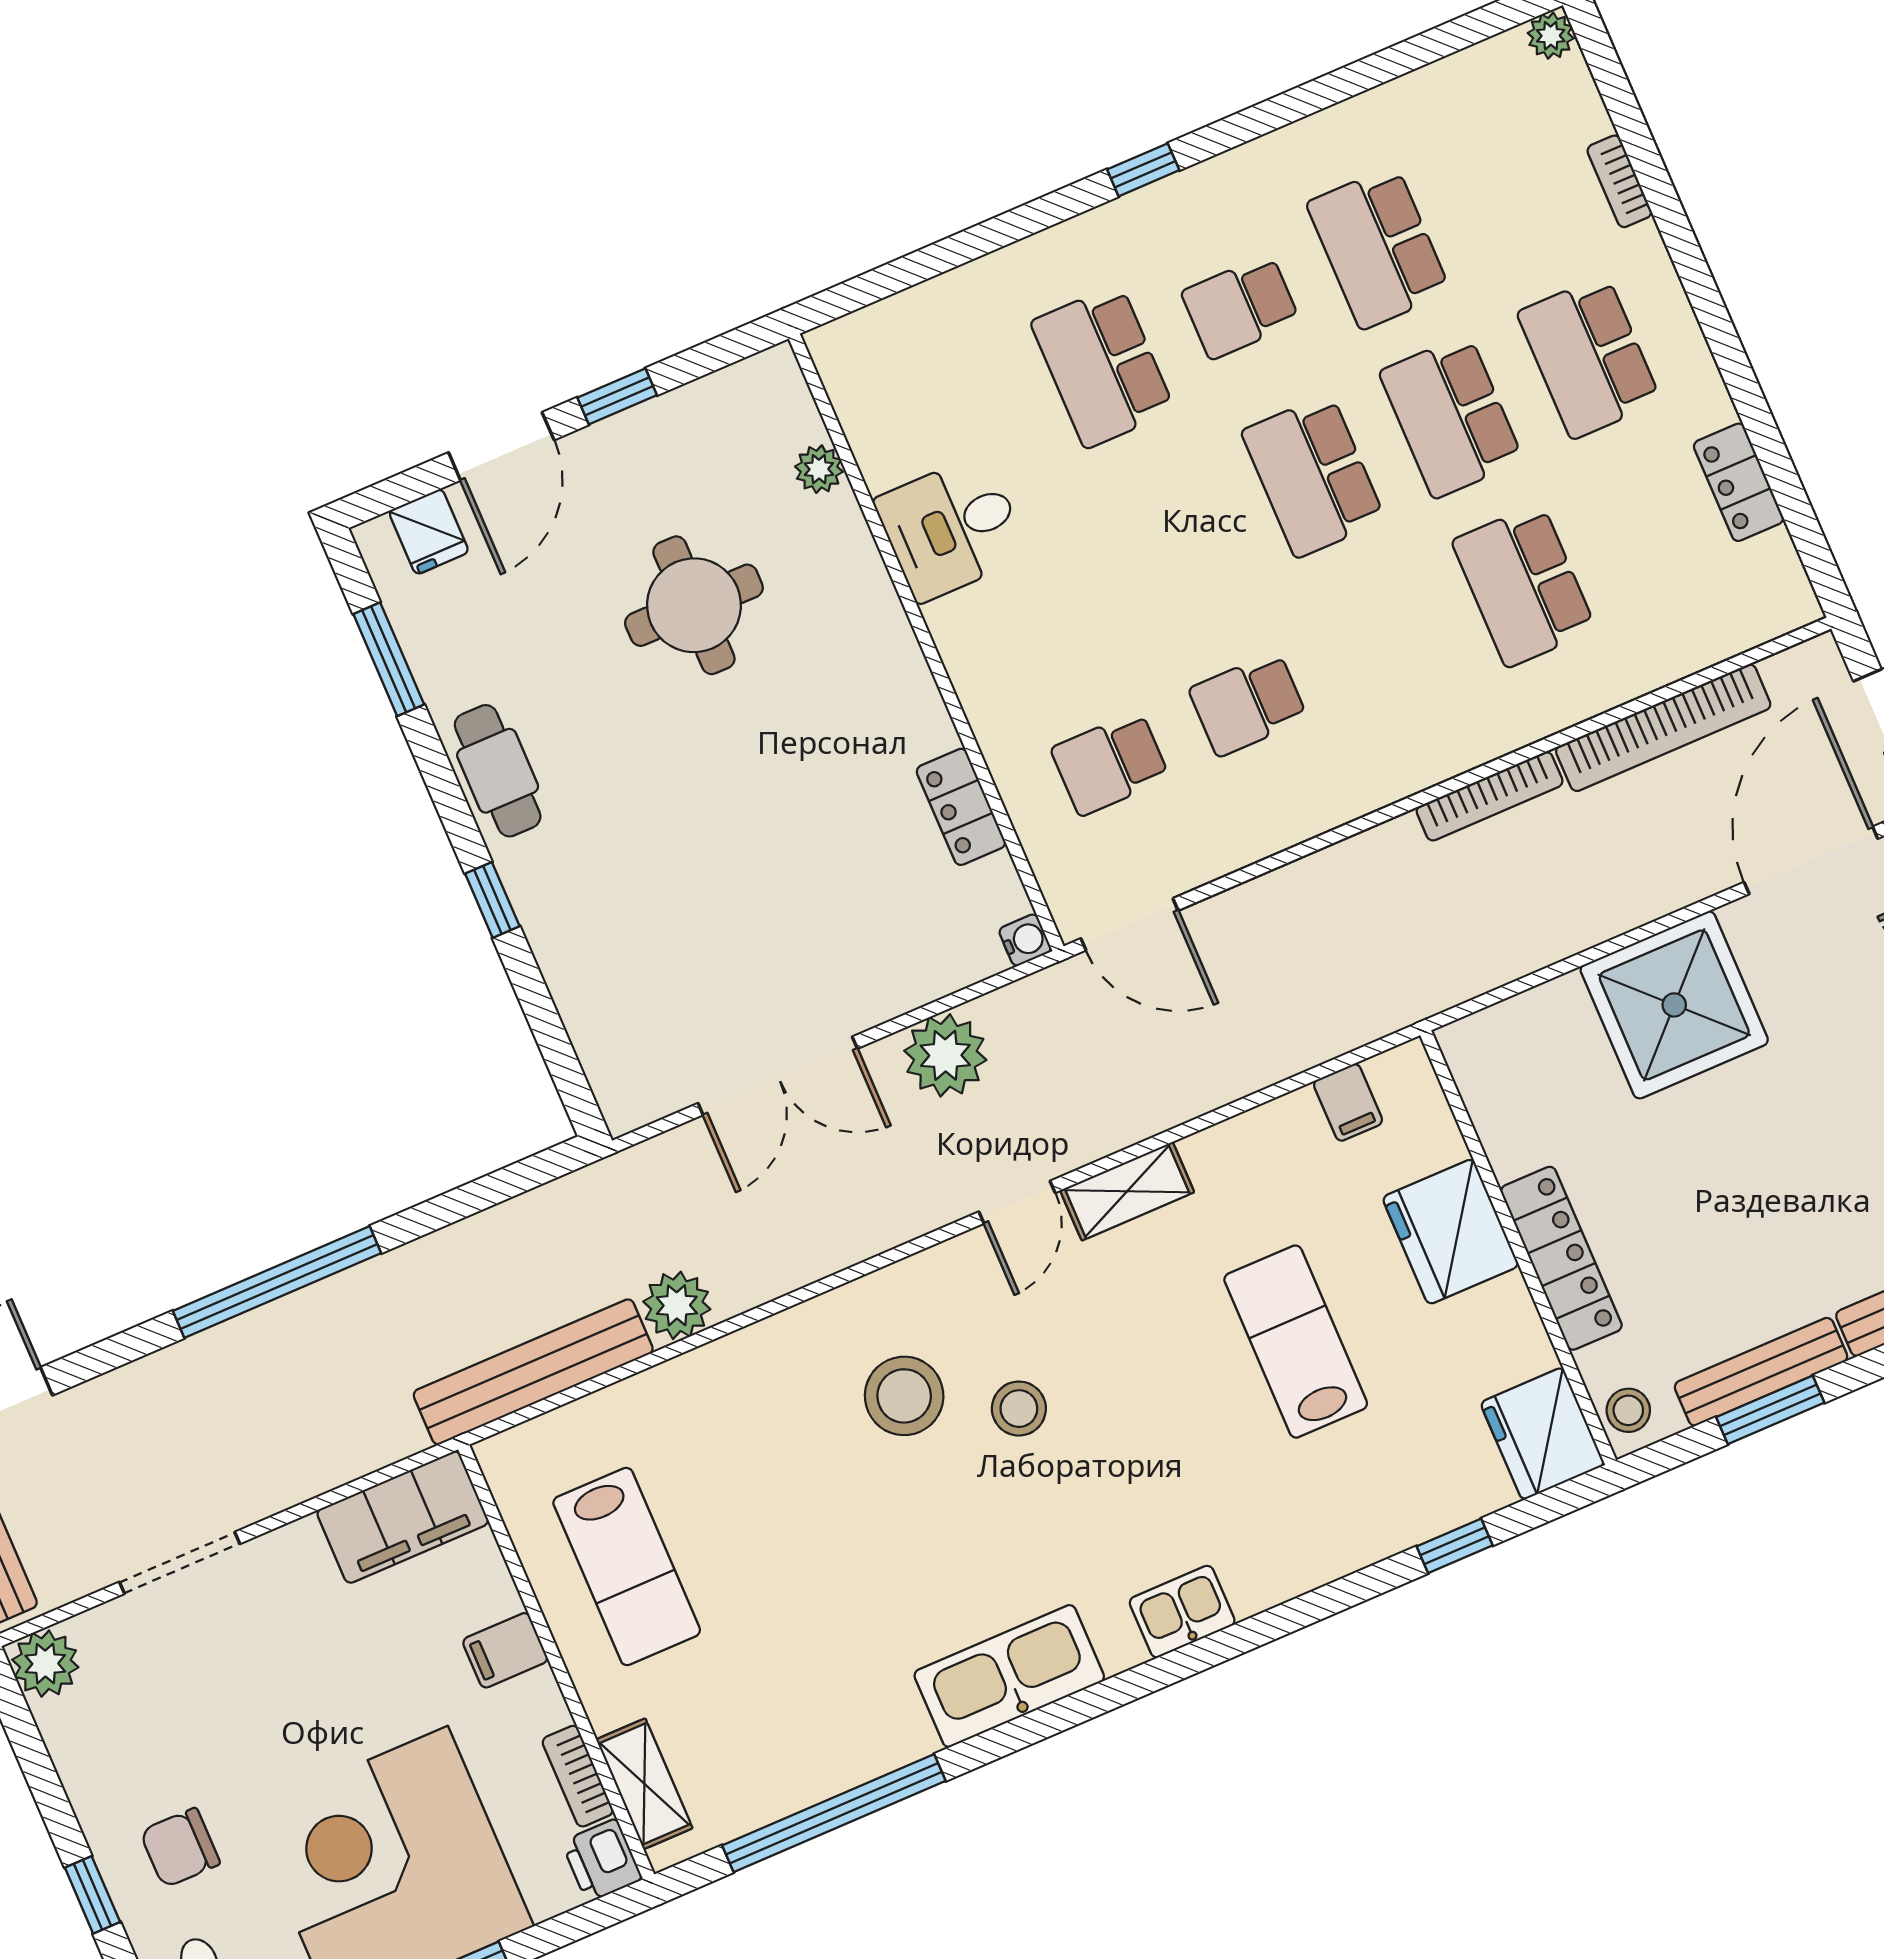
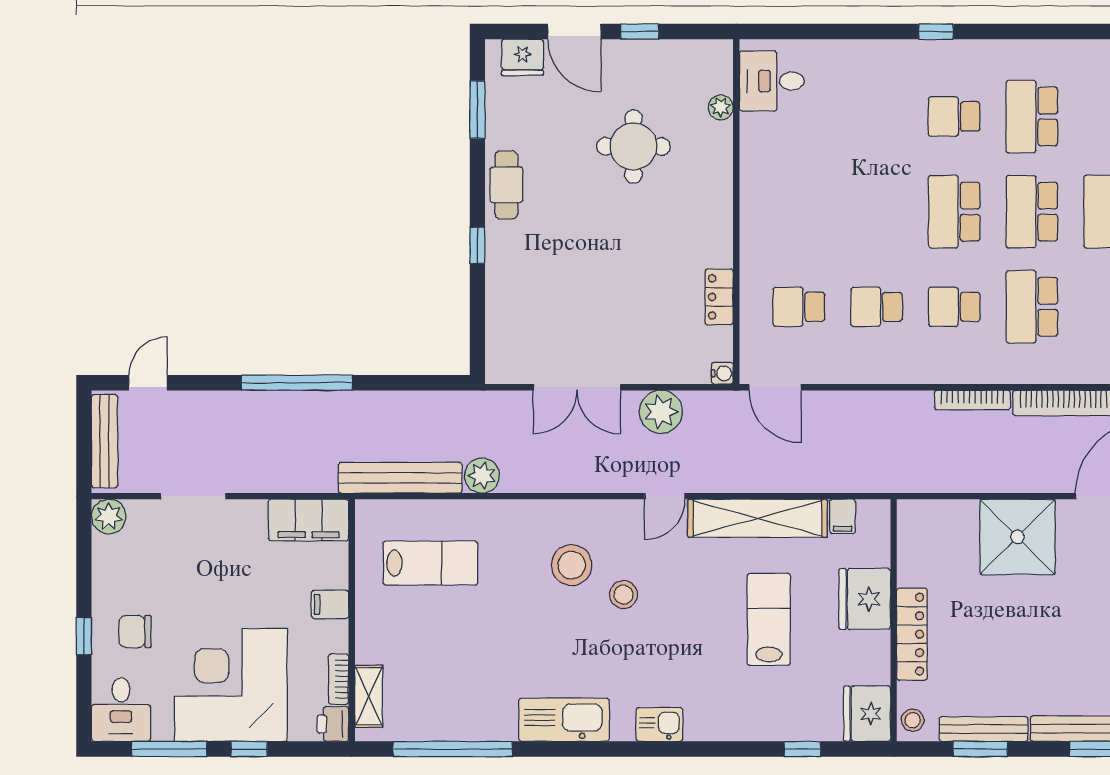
school desk: (1103, 366) -> (954, 307), moved, width x0.54
door: (501, 446) -> (574, 32), hinge flipped
desk: (952, 528) -> (772, 81), moved
fridge: (429, 532) -> (523, 57), width x1.38
shelving: (1127, 1191) -> (757, 518), width x2.20, depth x1.33
lab bench: (627, 1566) -> (430, 563), moved, turned -90

